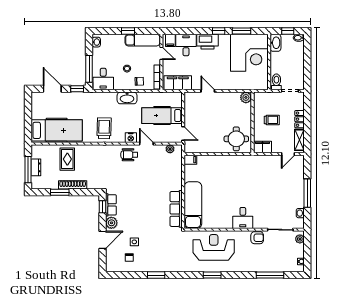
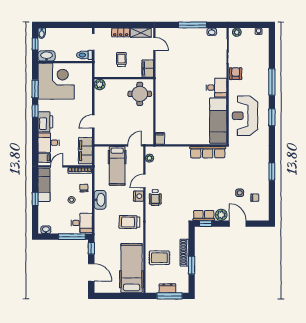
door: (52, 89) -> (91, 272), swing flipped
exam couch: (193, 205) -> (218, 121), moved, turned -90
window: (270, 275) -> (272, 82), moved

